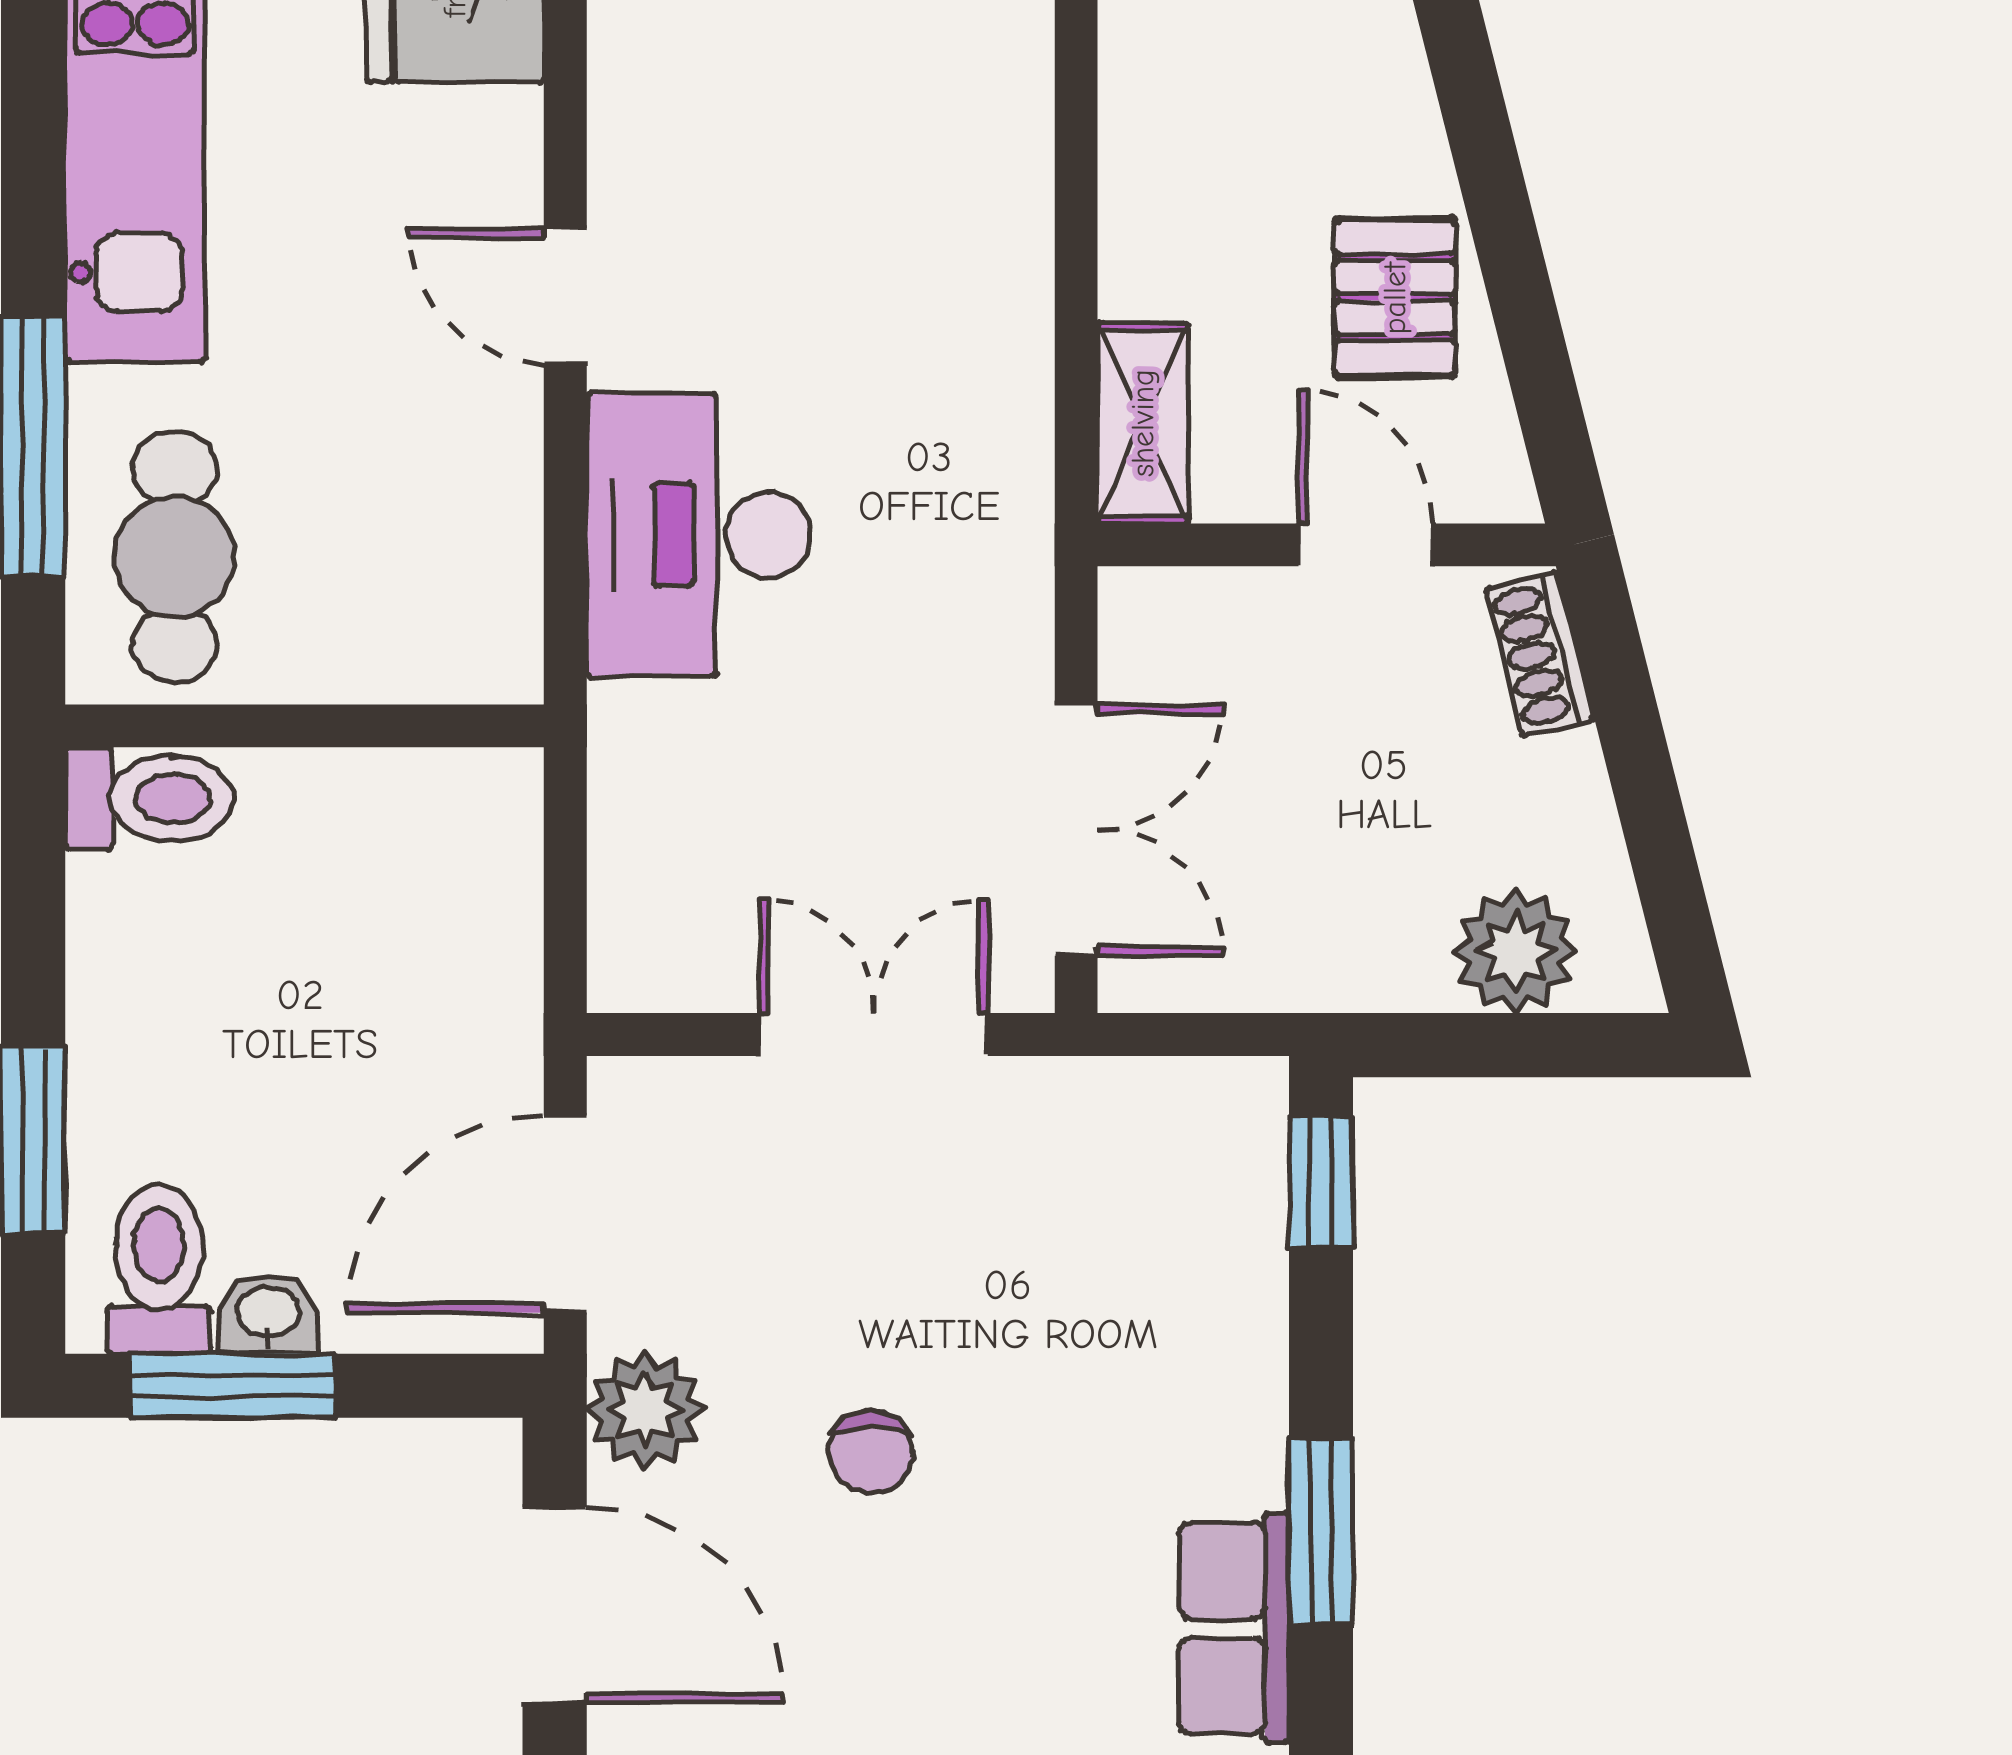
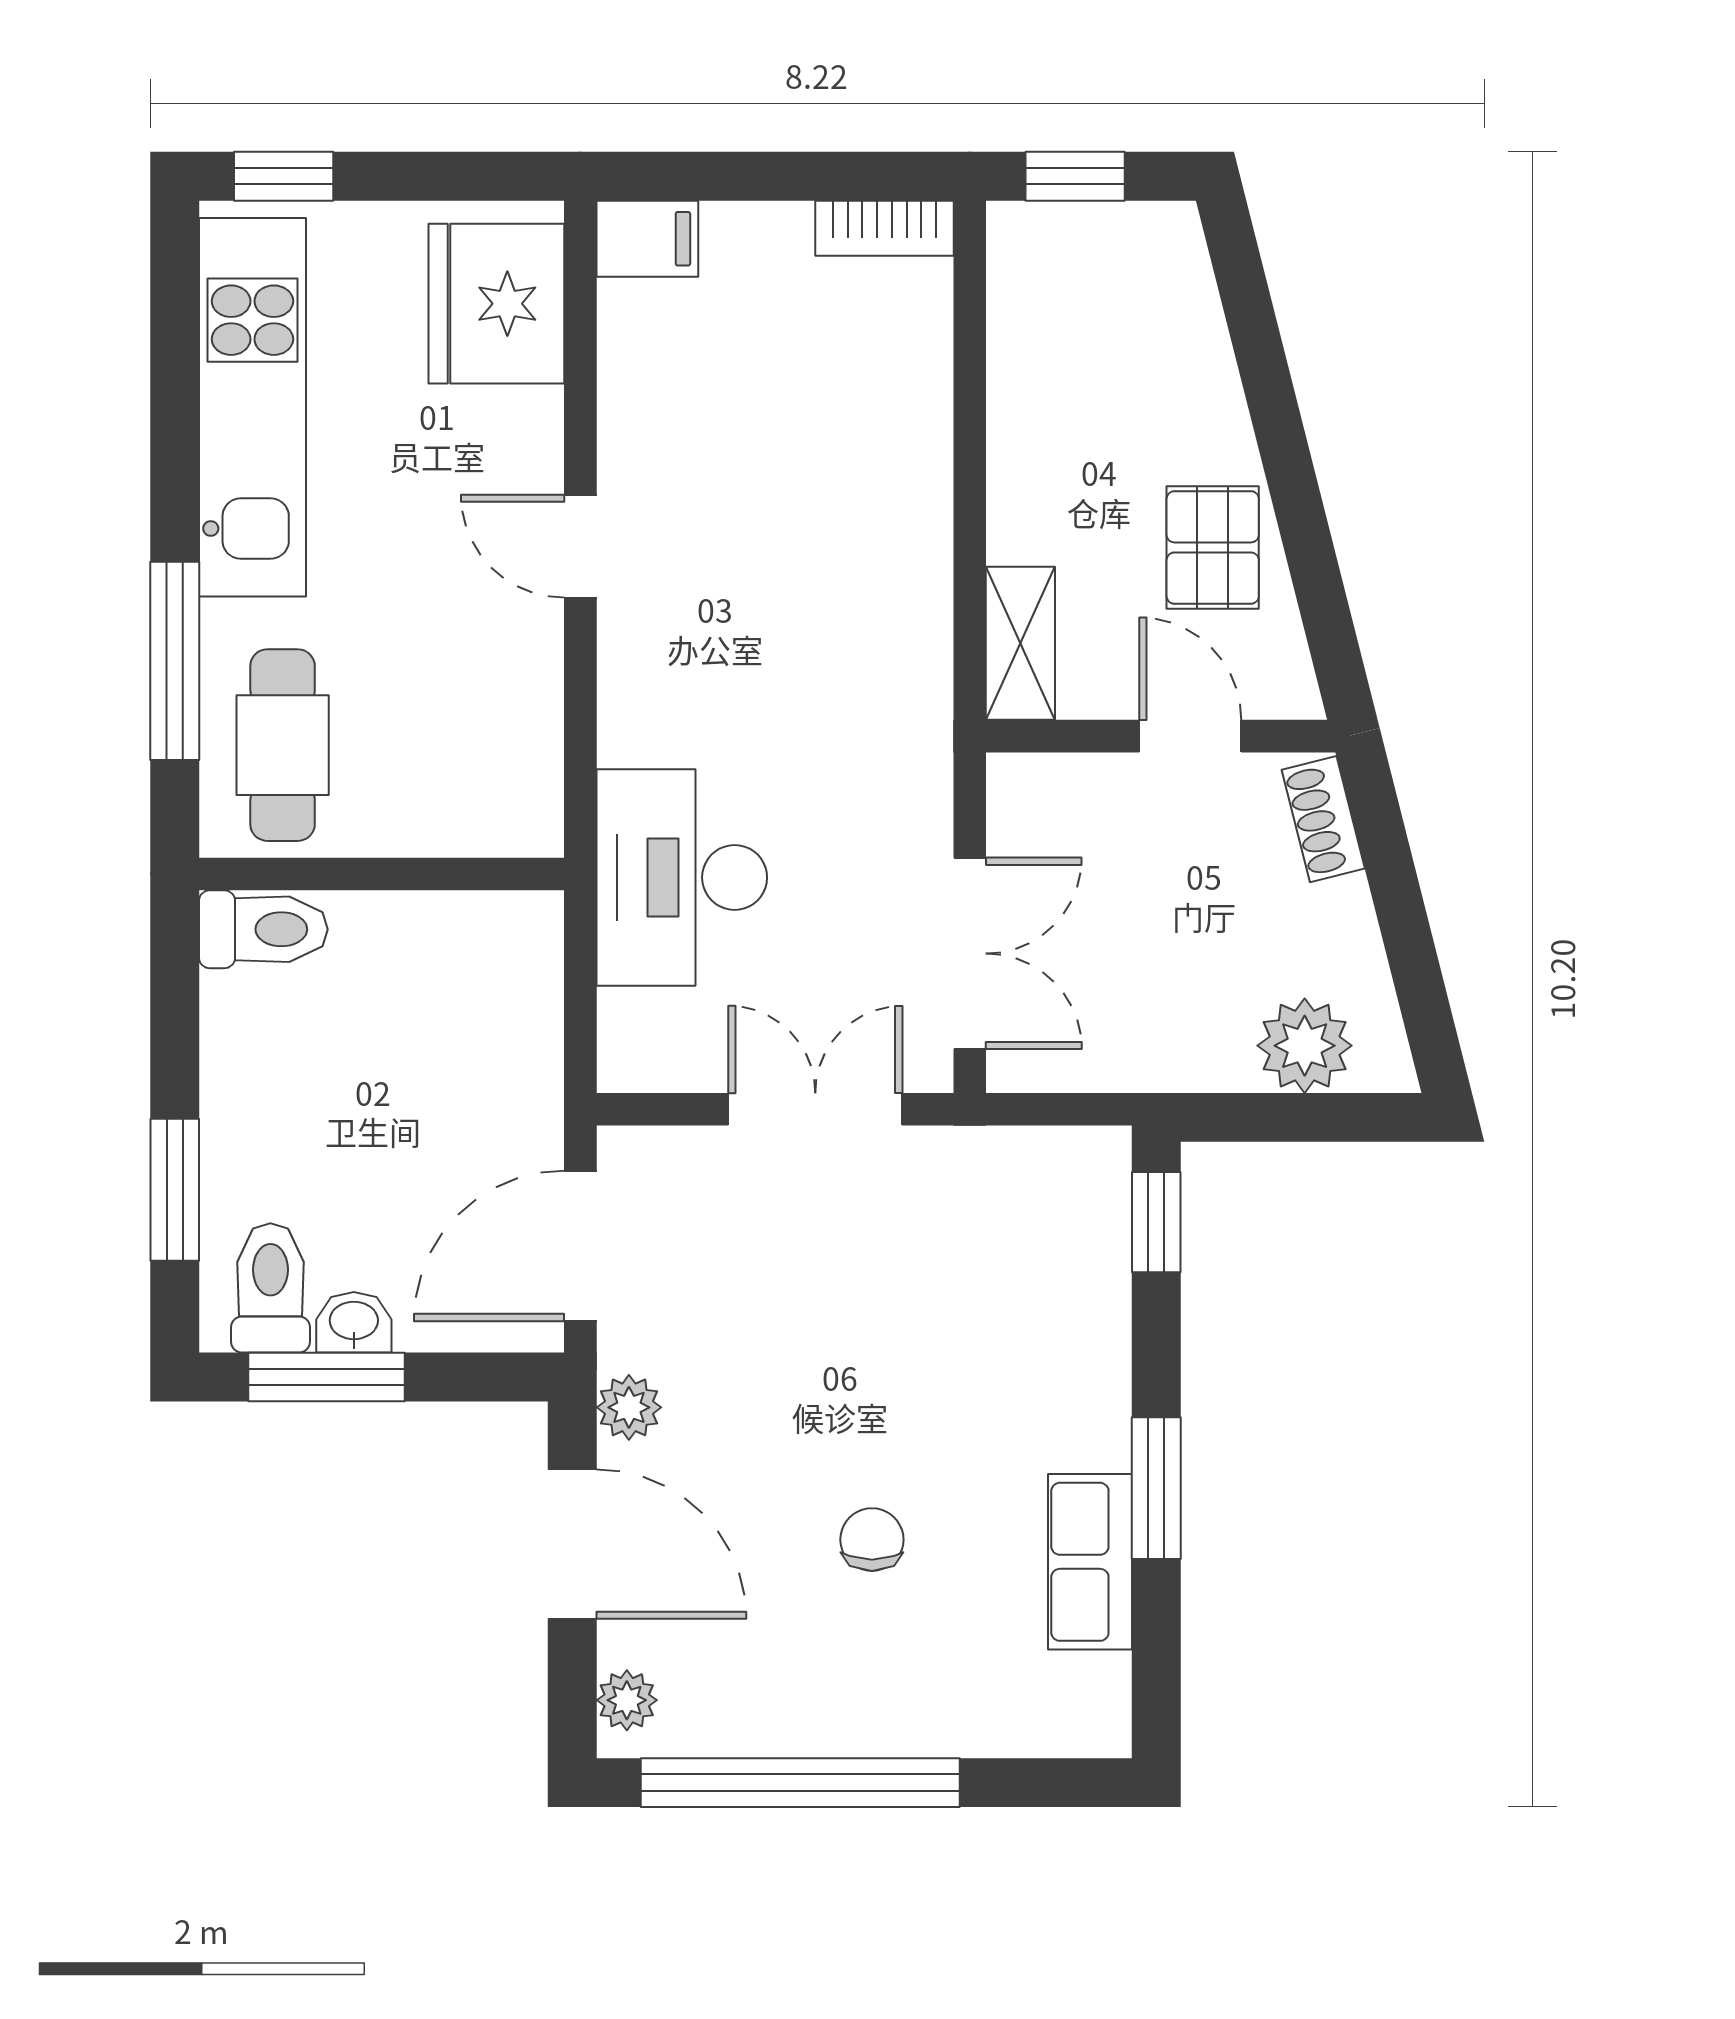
desk: (698, 535) -> (682, 877), moved
plant: (645, 1410) -> (629, 1407), width x0.73, depth x0.73
chair: (871, 1452) -> (872, 1540), moved, turned 180

